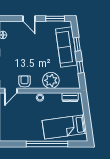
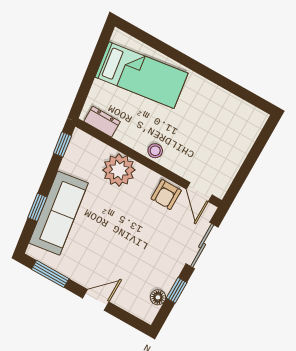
door: (29, 19) -> (96, 300), hinge flipped
window: (80, 67) -> (62, 144), moved
door: (11, 91) -> (199, 192), swing flipped
window: (47, 144) -> (189, 63), removed

